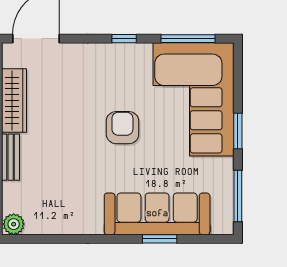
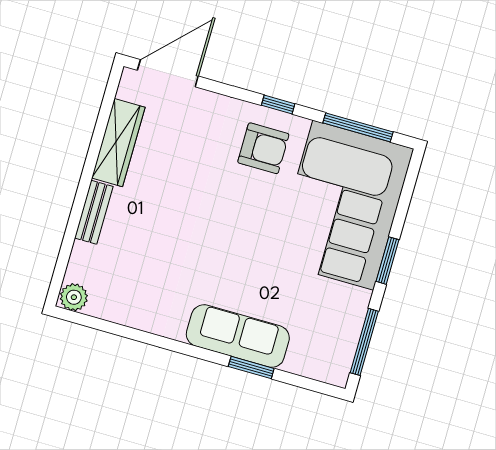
armchair: (122, 128) -> (263, 148), moved, turned 90
sofa: (157, 214) -> (238, 336), width x0.74, depth x0.79

